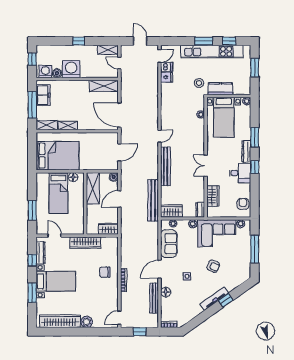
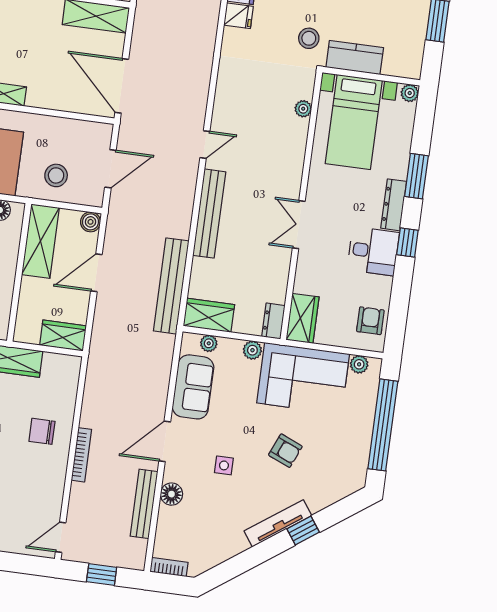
stool: (96, 159) -> (56, 175), added
wardrobe: (213, 196) -> (303, 318), moved
window: (255, 249) -> (383, 425), width x1.46

